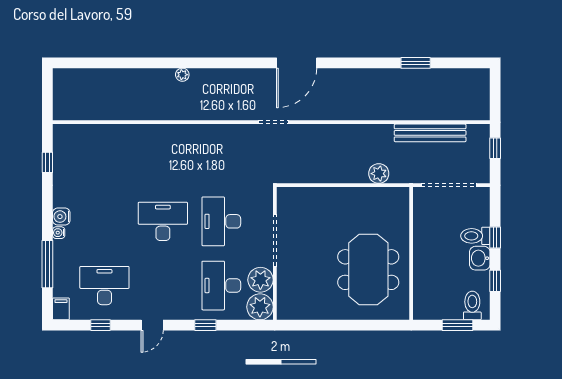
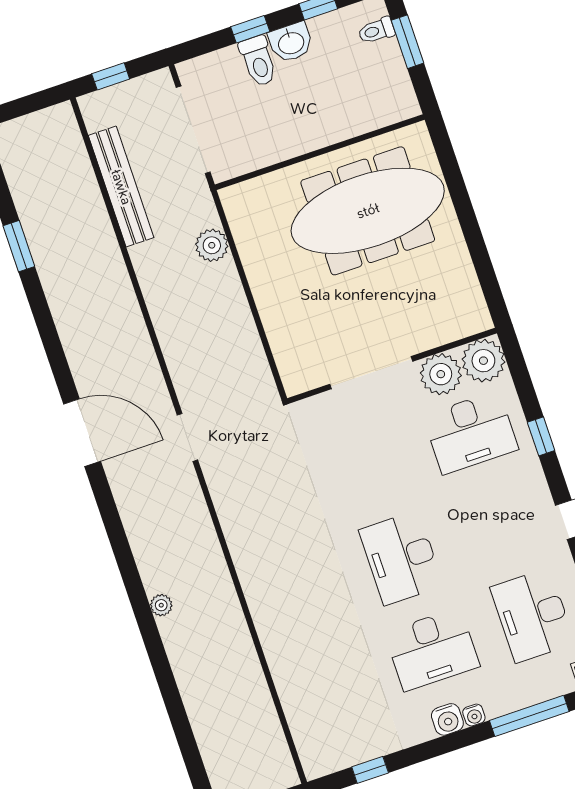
desk: (221, 221) -> (432, 649), moved
meeting table: (368, 270) -> (368, 211), width x1.36
toilet: (472, 305) -> (376, 31), width x0.73, depth x0.72

